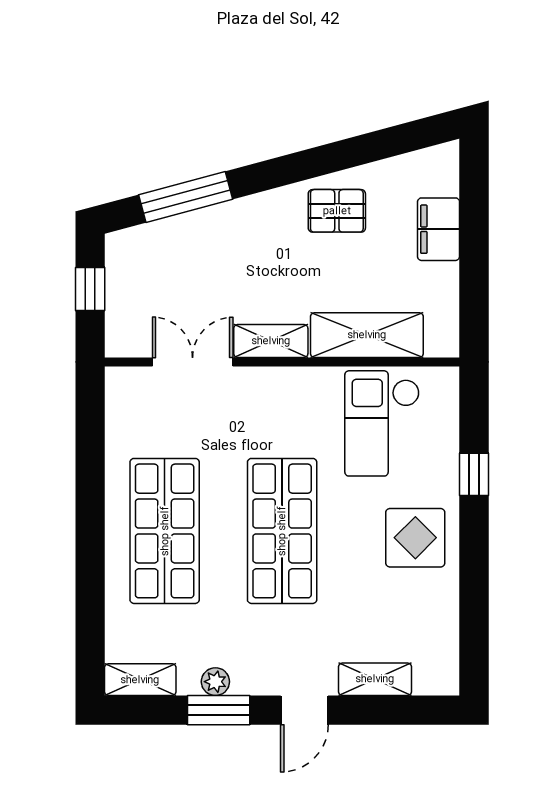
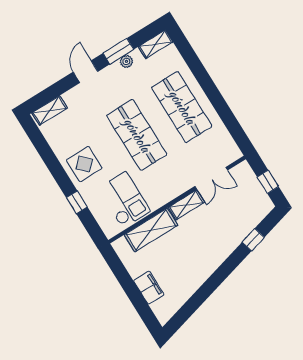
window: (186, 197) -> (253, 240), width x0.46
pallet: (337, 211) -> (192, 270), removed
shelving: (375, 679) -> (50, 110), moved

